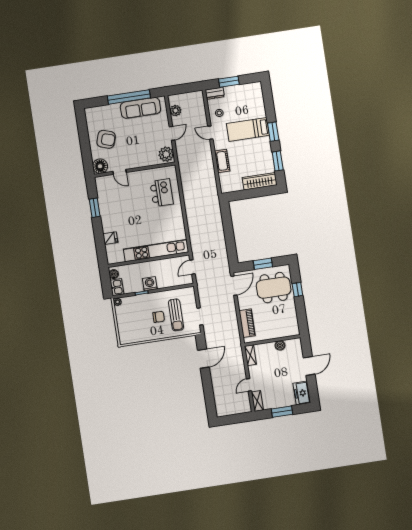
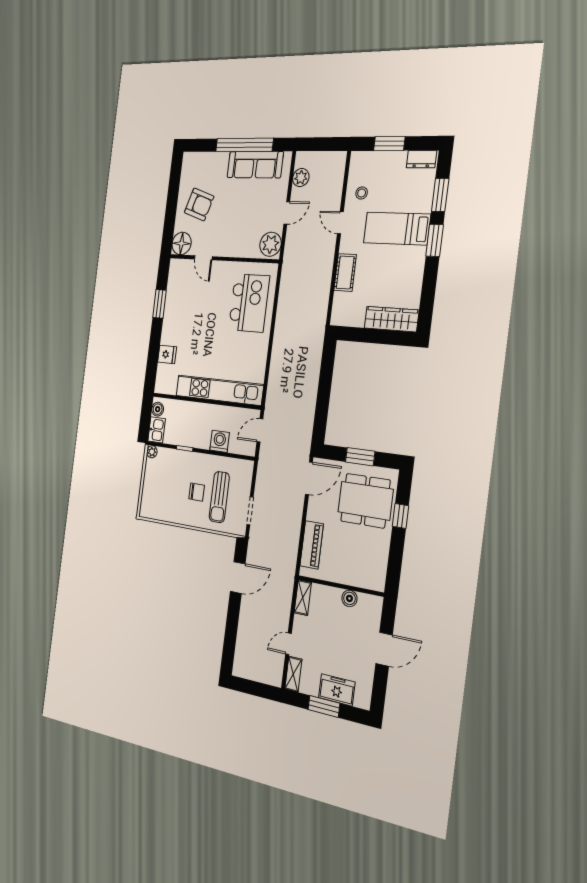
dresser: (215, 93) -> (421, 159), moved
window: (278, 161) -> (440, 195), moved
kitchen island: (162, 193) -> (249, 303), width x1.37, depth x1.28
washing machine: (150, 284) -> (220, 441), moved
freezer: (302, 393) -> (337, 690), moved, turned 90

